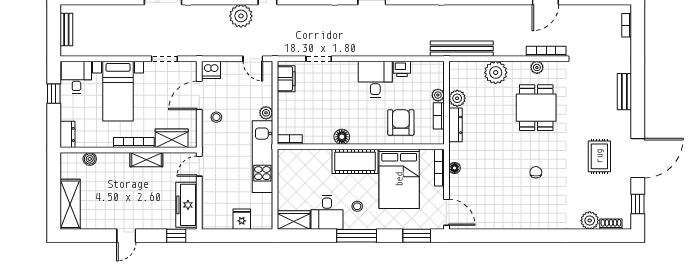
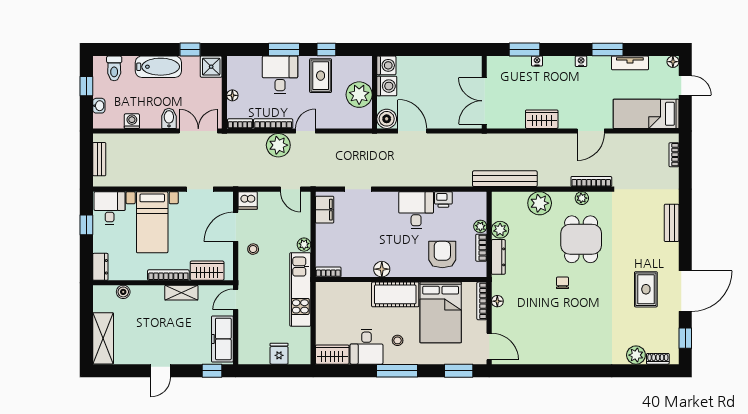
chair: (536, 172) -> (562, 283), moved

